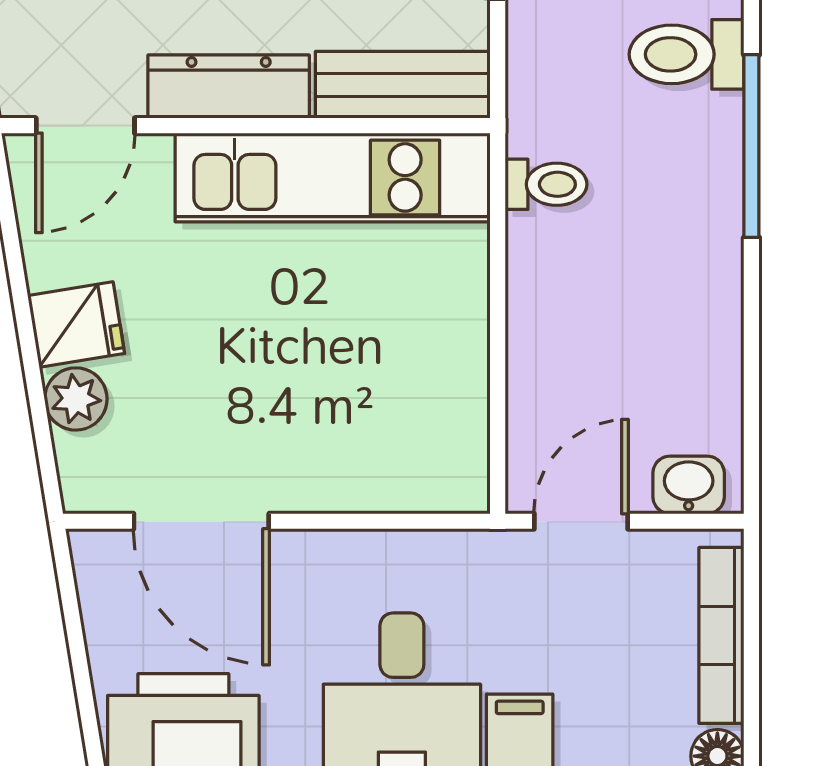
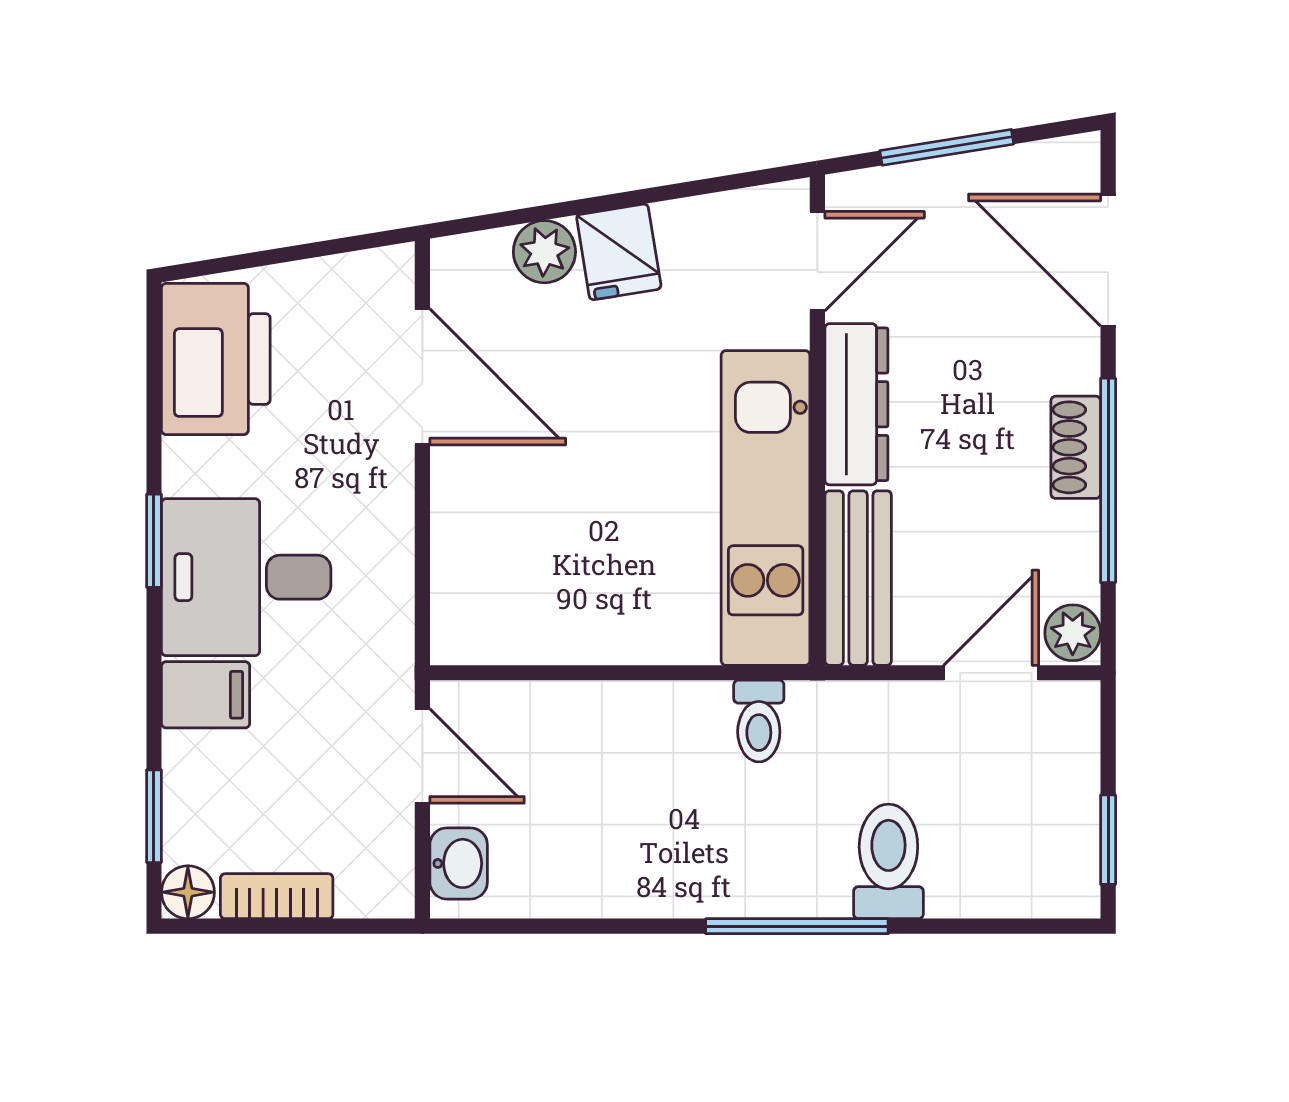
door: (85, 126) -> (817, 261), swing flipped
door: (201, 521) -> (422, 377), swing flipped
bookcase: (721, 635) -> (277, 896), width x0.64

